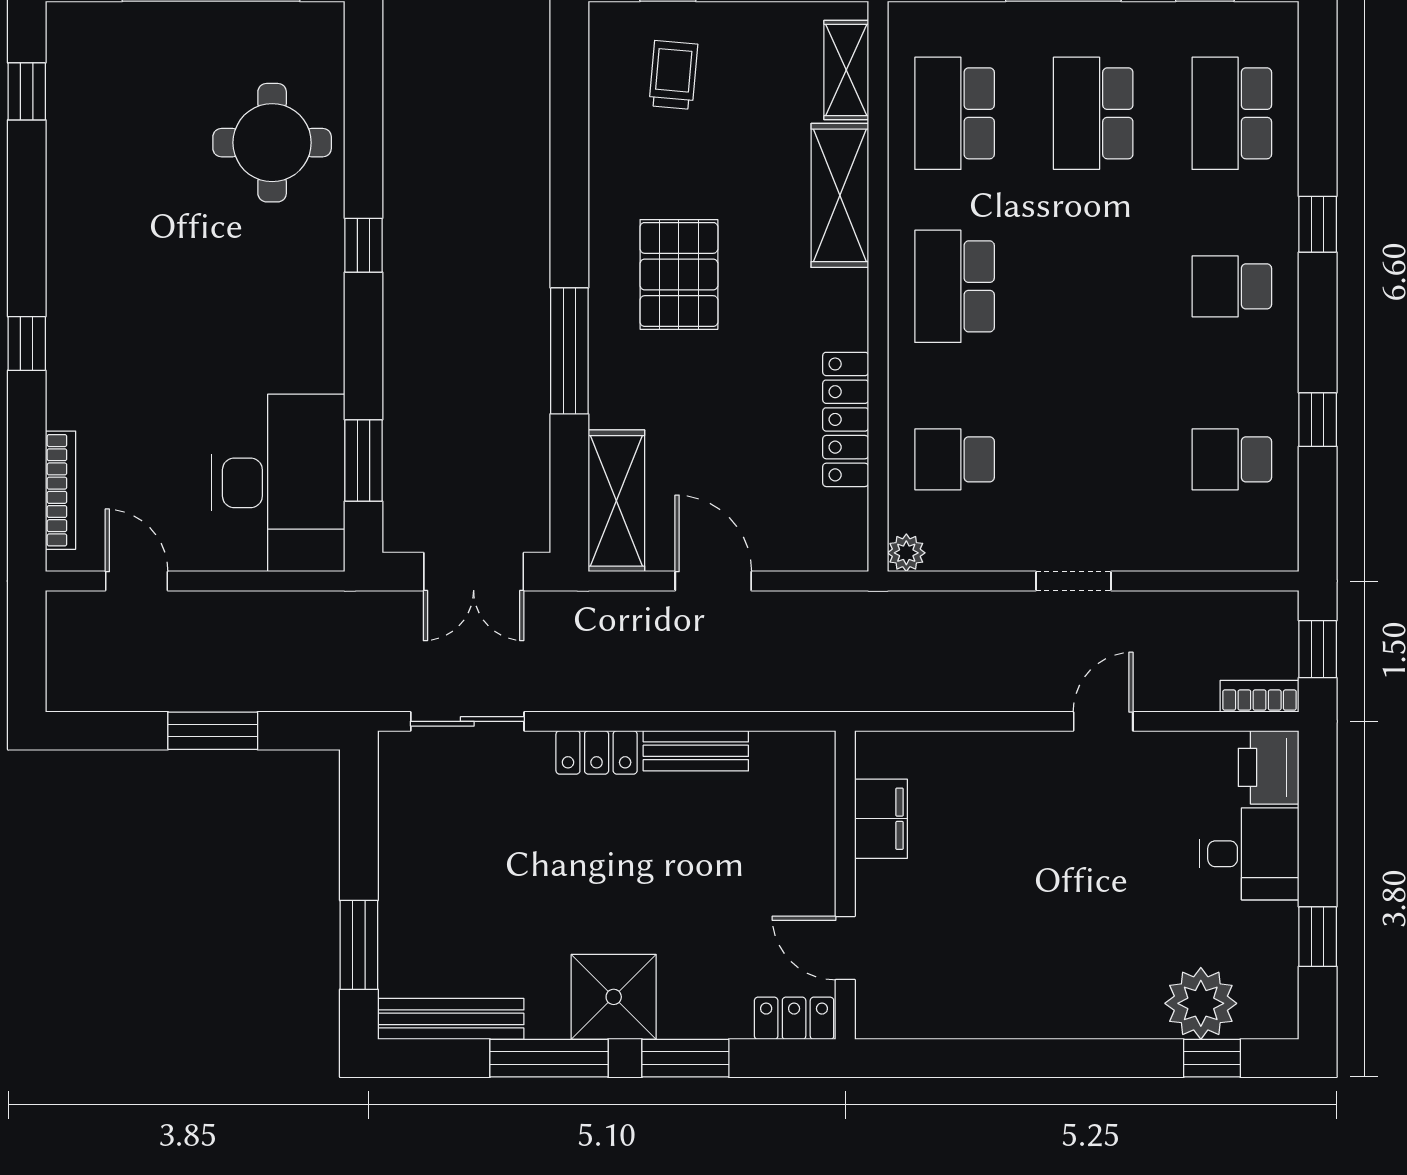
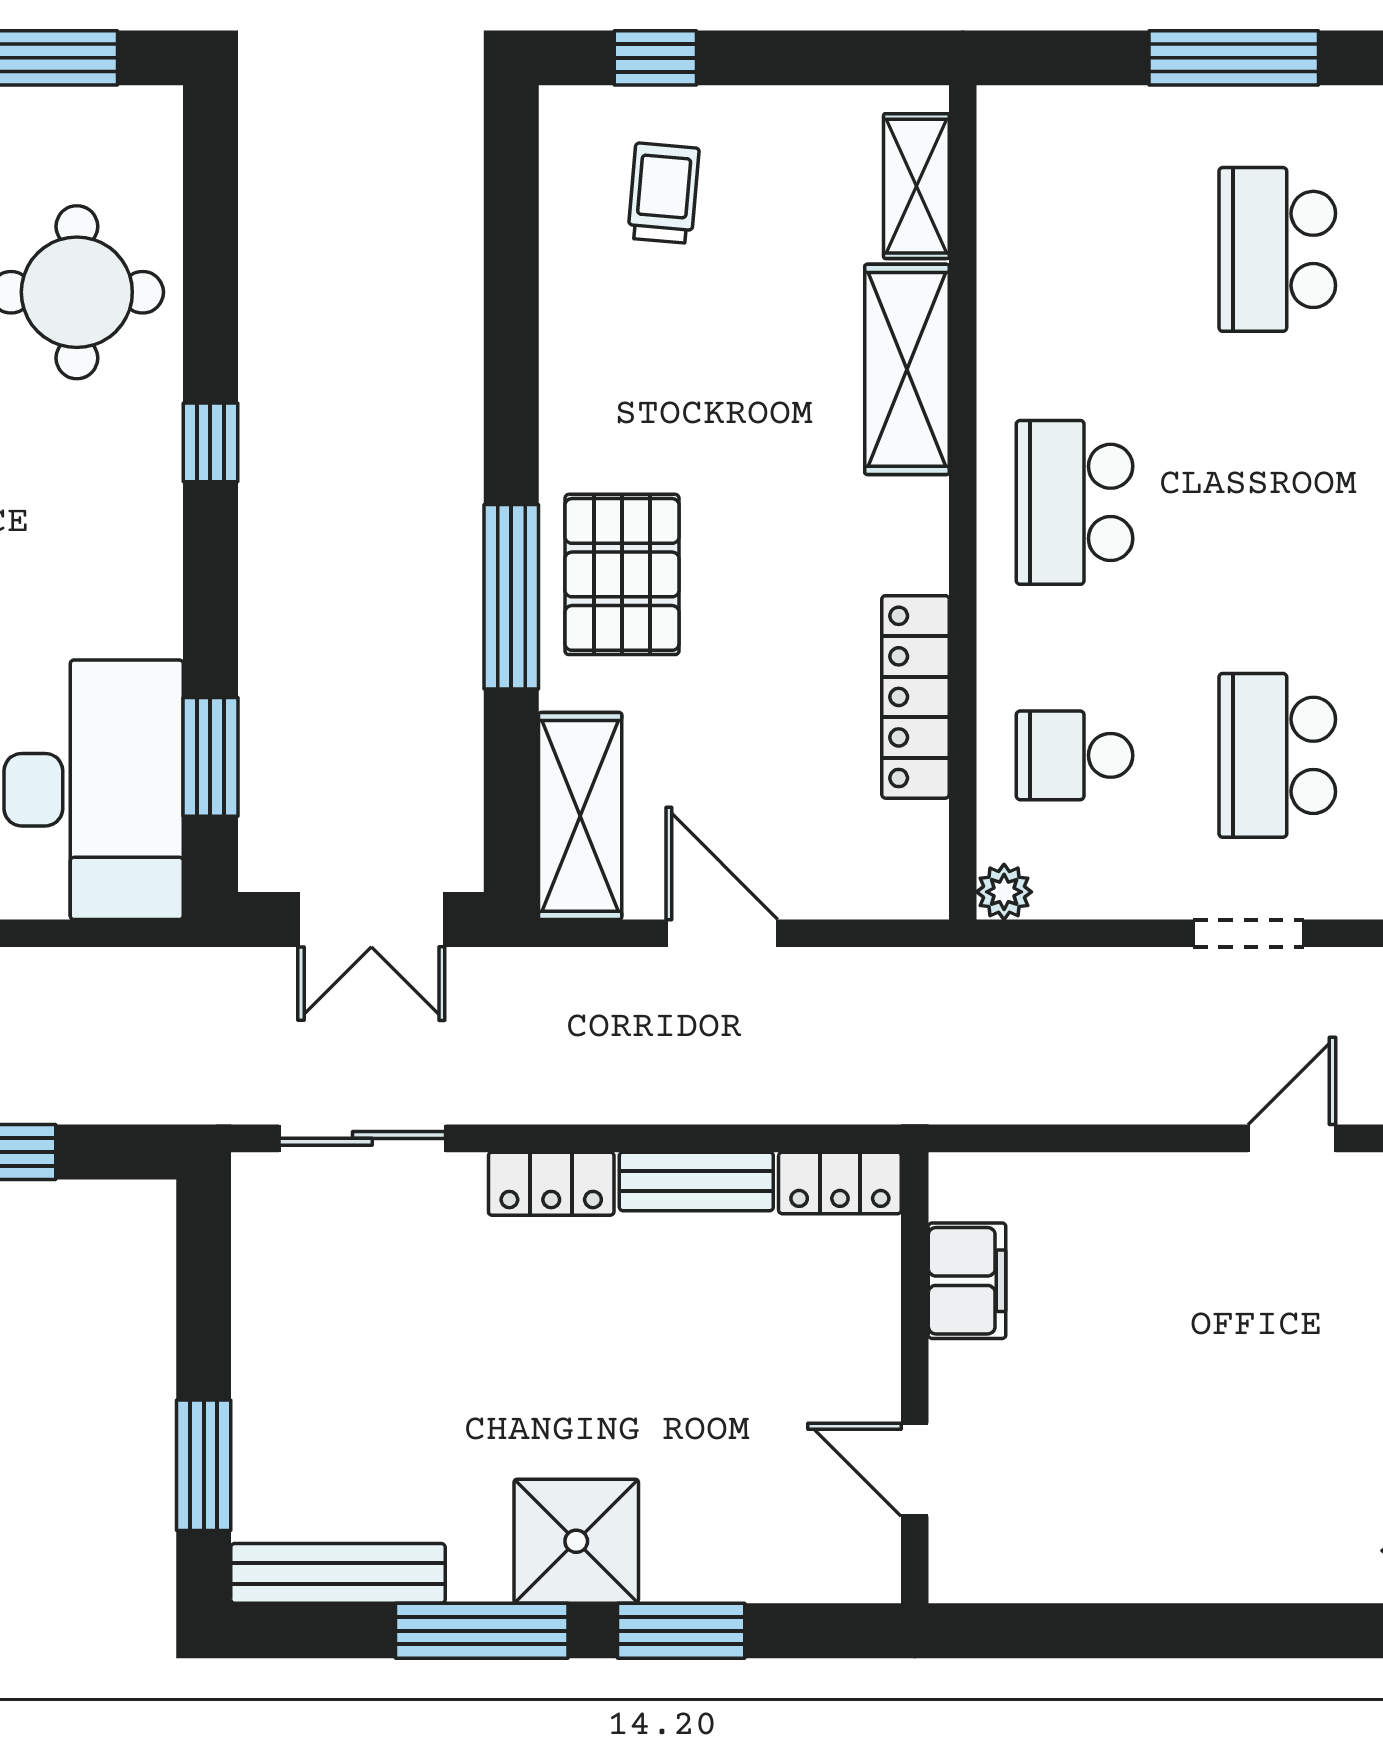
school desk: (955, 113) -> (1277, 755), moved
pallet: (679, 274) -> (622, 574), moved
locker: (794, 1018) -> (840, 1183), moved, turned 180

